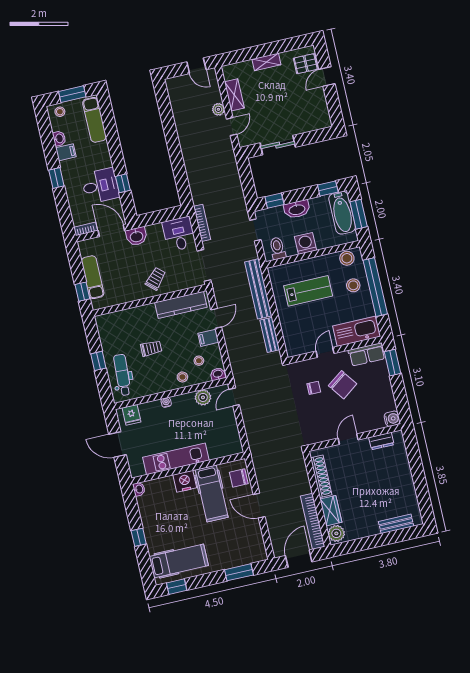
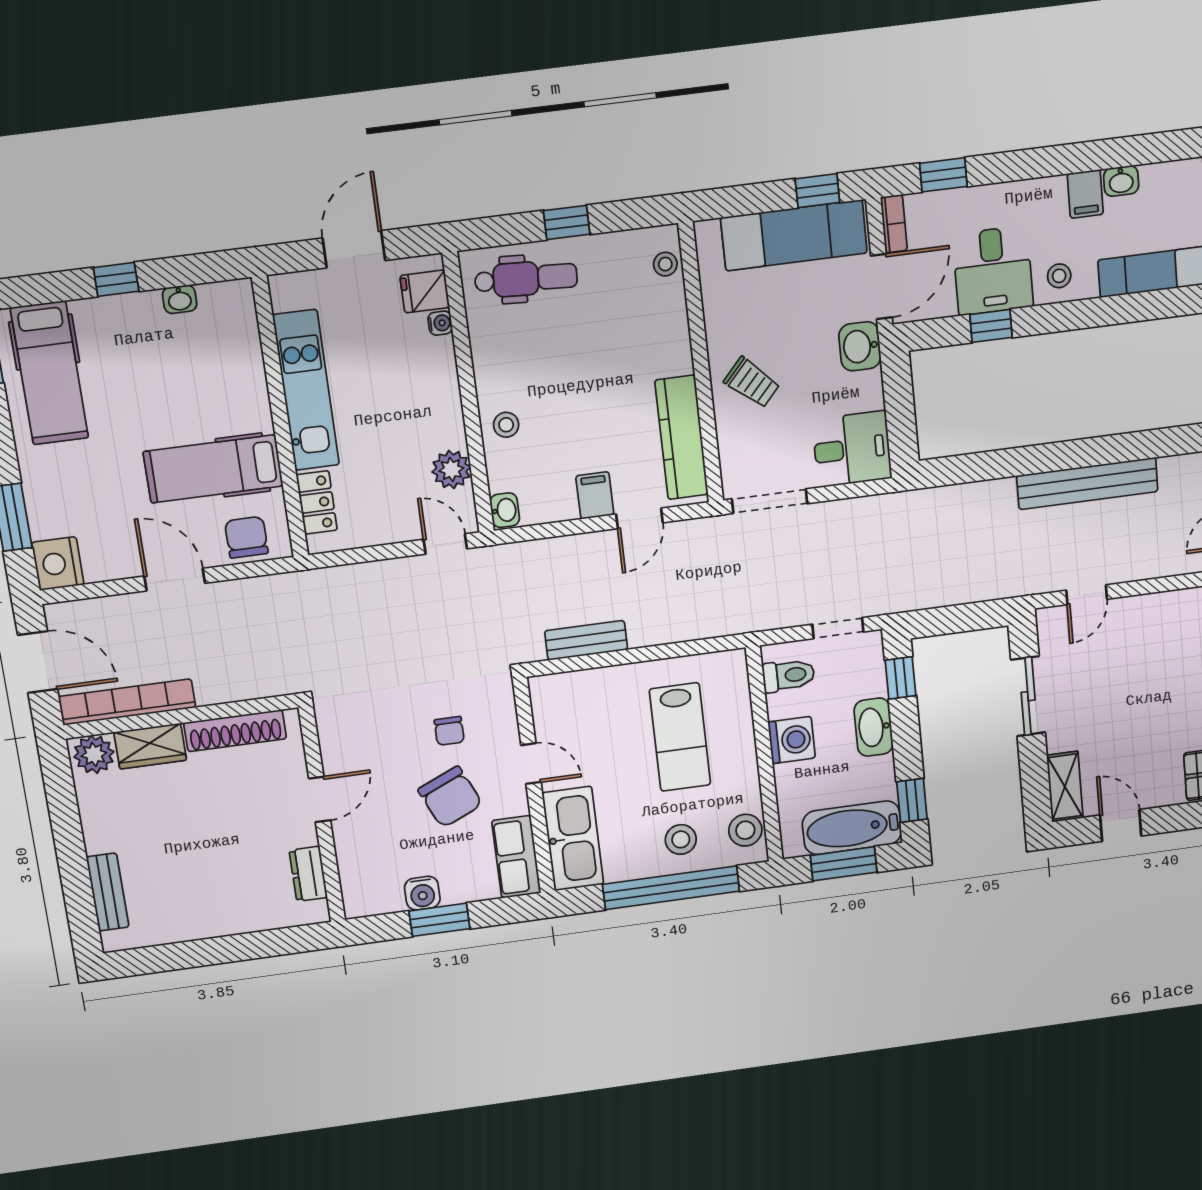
door: (327, 77) -> (1121, 825), moved
shelving: (234, 95) -> (1065, 787), moved, turned 90
plant: (218, 109) -> (1131, 568), removed
stool: (60, 112) -> (1059, 276), moved
door: (232, 127) -> (1087, 595), hinge flipped
window: (56, 178) -> (943, 175), moved
bookcase: (202, 223) -> (871, 506), removed
exam couch: (93, 277) -> (794, 235), width x1.36, depth x1.45
bench: (258, 289) -> (1087, 483), moved
window: (82, 292) -> (817, 191), moved
door: (216, 318) -> (639, 518), hinge flipped
trolley: (151, 348) -> (584, 356), removed
stool: (199, 361) -> (665, 264), moved
window: (392, 363) -> (439, 920), moved
chair: (343, 385) -> (450, 797), turned -78
water cooler: (166, 402) -> (440, 323), moved
water cooler: (392, 419) -> (422, 893), moved
door: (348, 439) -> (320, 799), hinge flipped
locker: (222, 451) -> (317, 502), added
nightstand: (185, 481) -> (58, 564), moved, turned 180
washbasin: (139, 489) -> (180, 299), moved
door: (259, 506) -> (175, 580), hinge flipped

